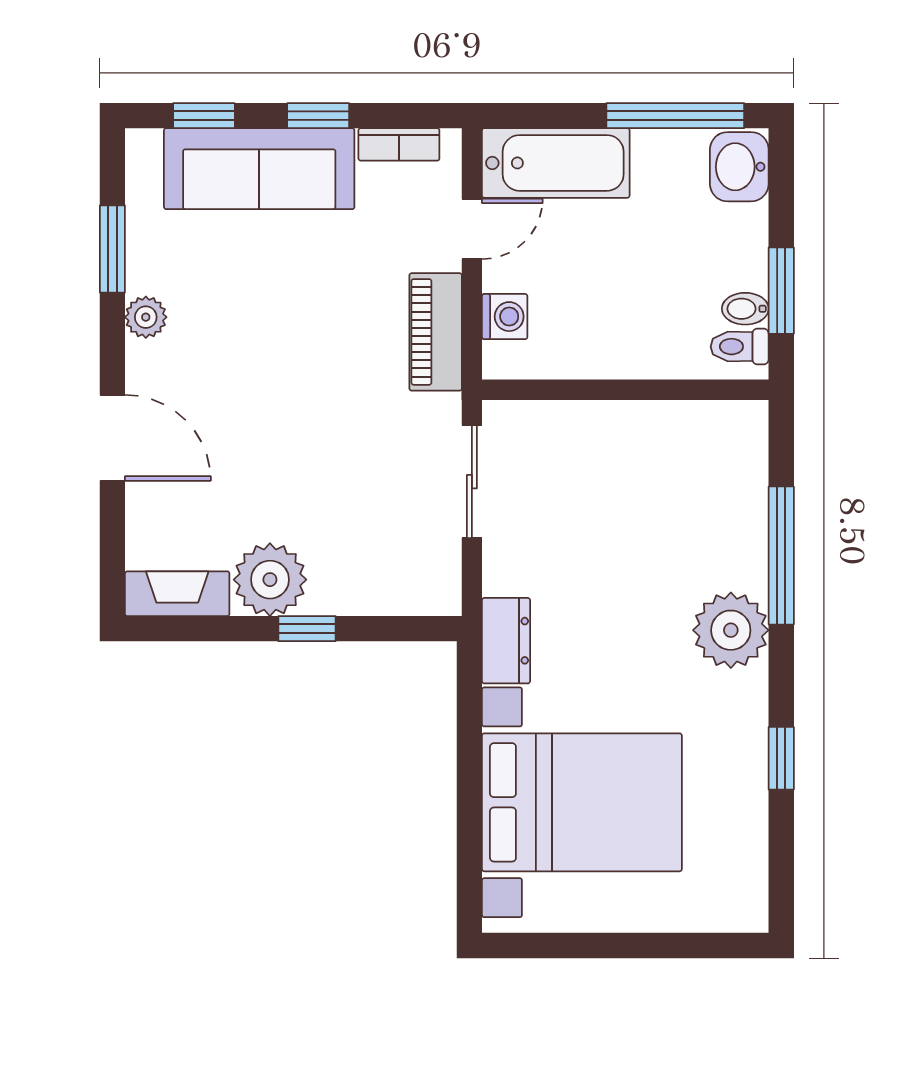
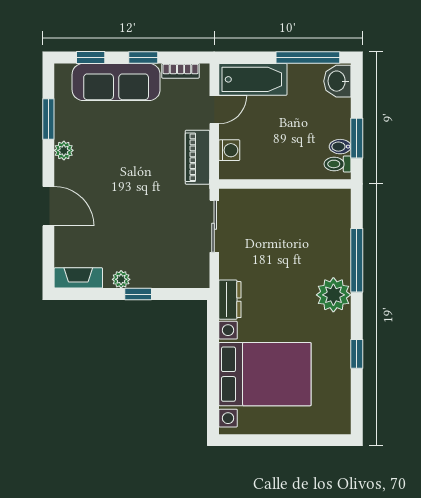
plant: (270, 580) -> (121, 279), width x0.53, depth x0.53

